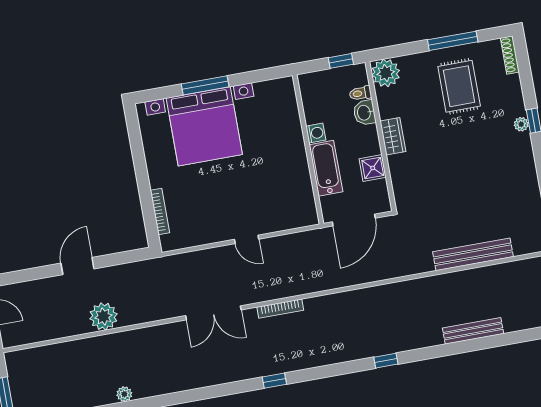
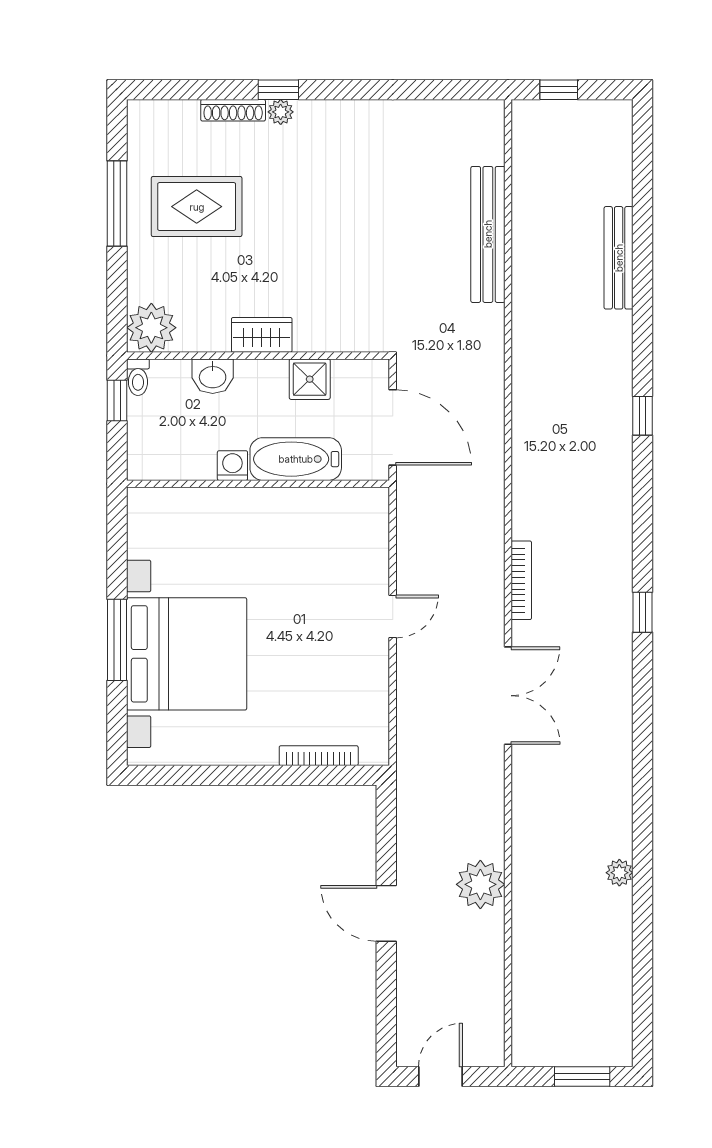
shoe rack: (510, 55) -> (233, 110), moved
toilet: (360, 93) -> (138, 377), moved

